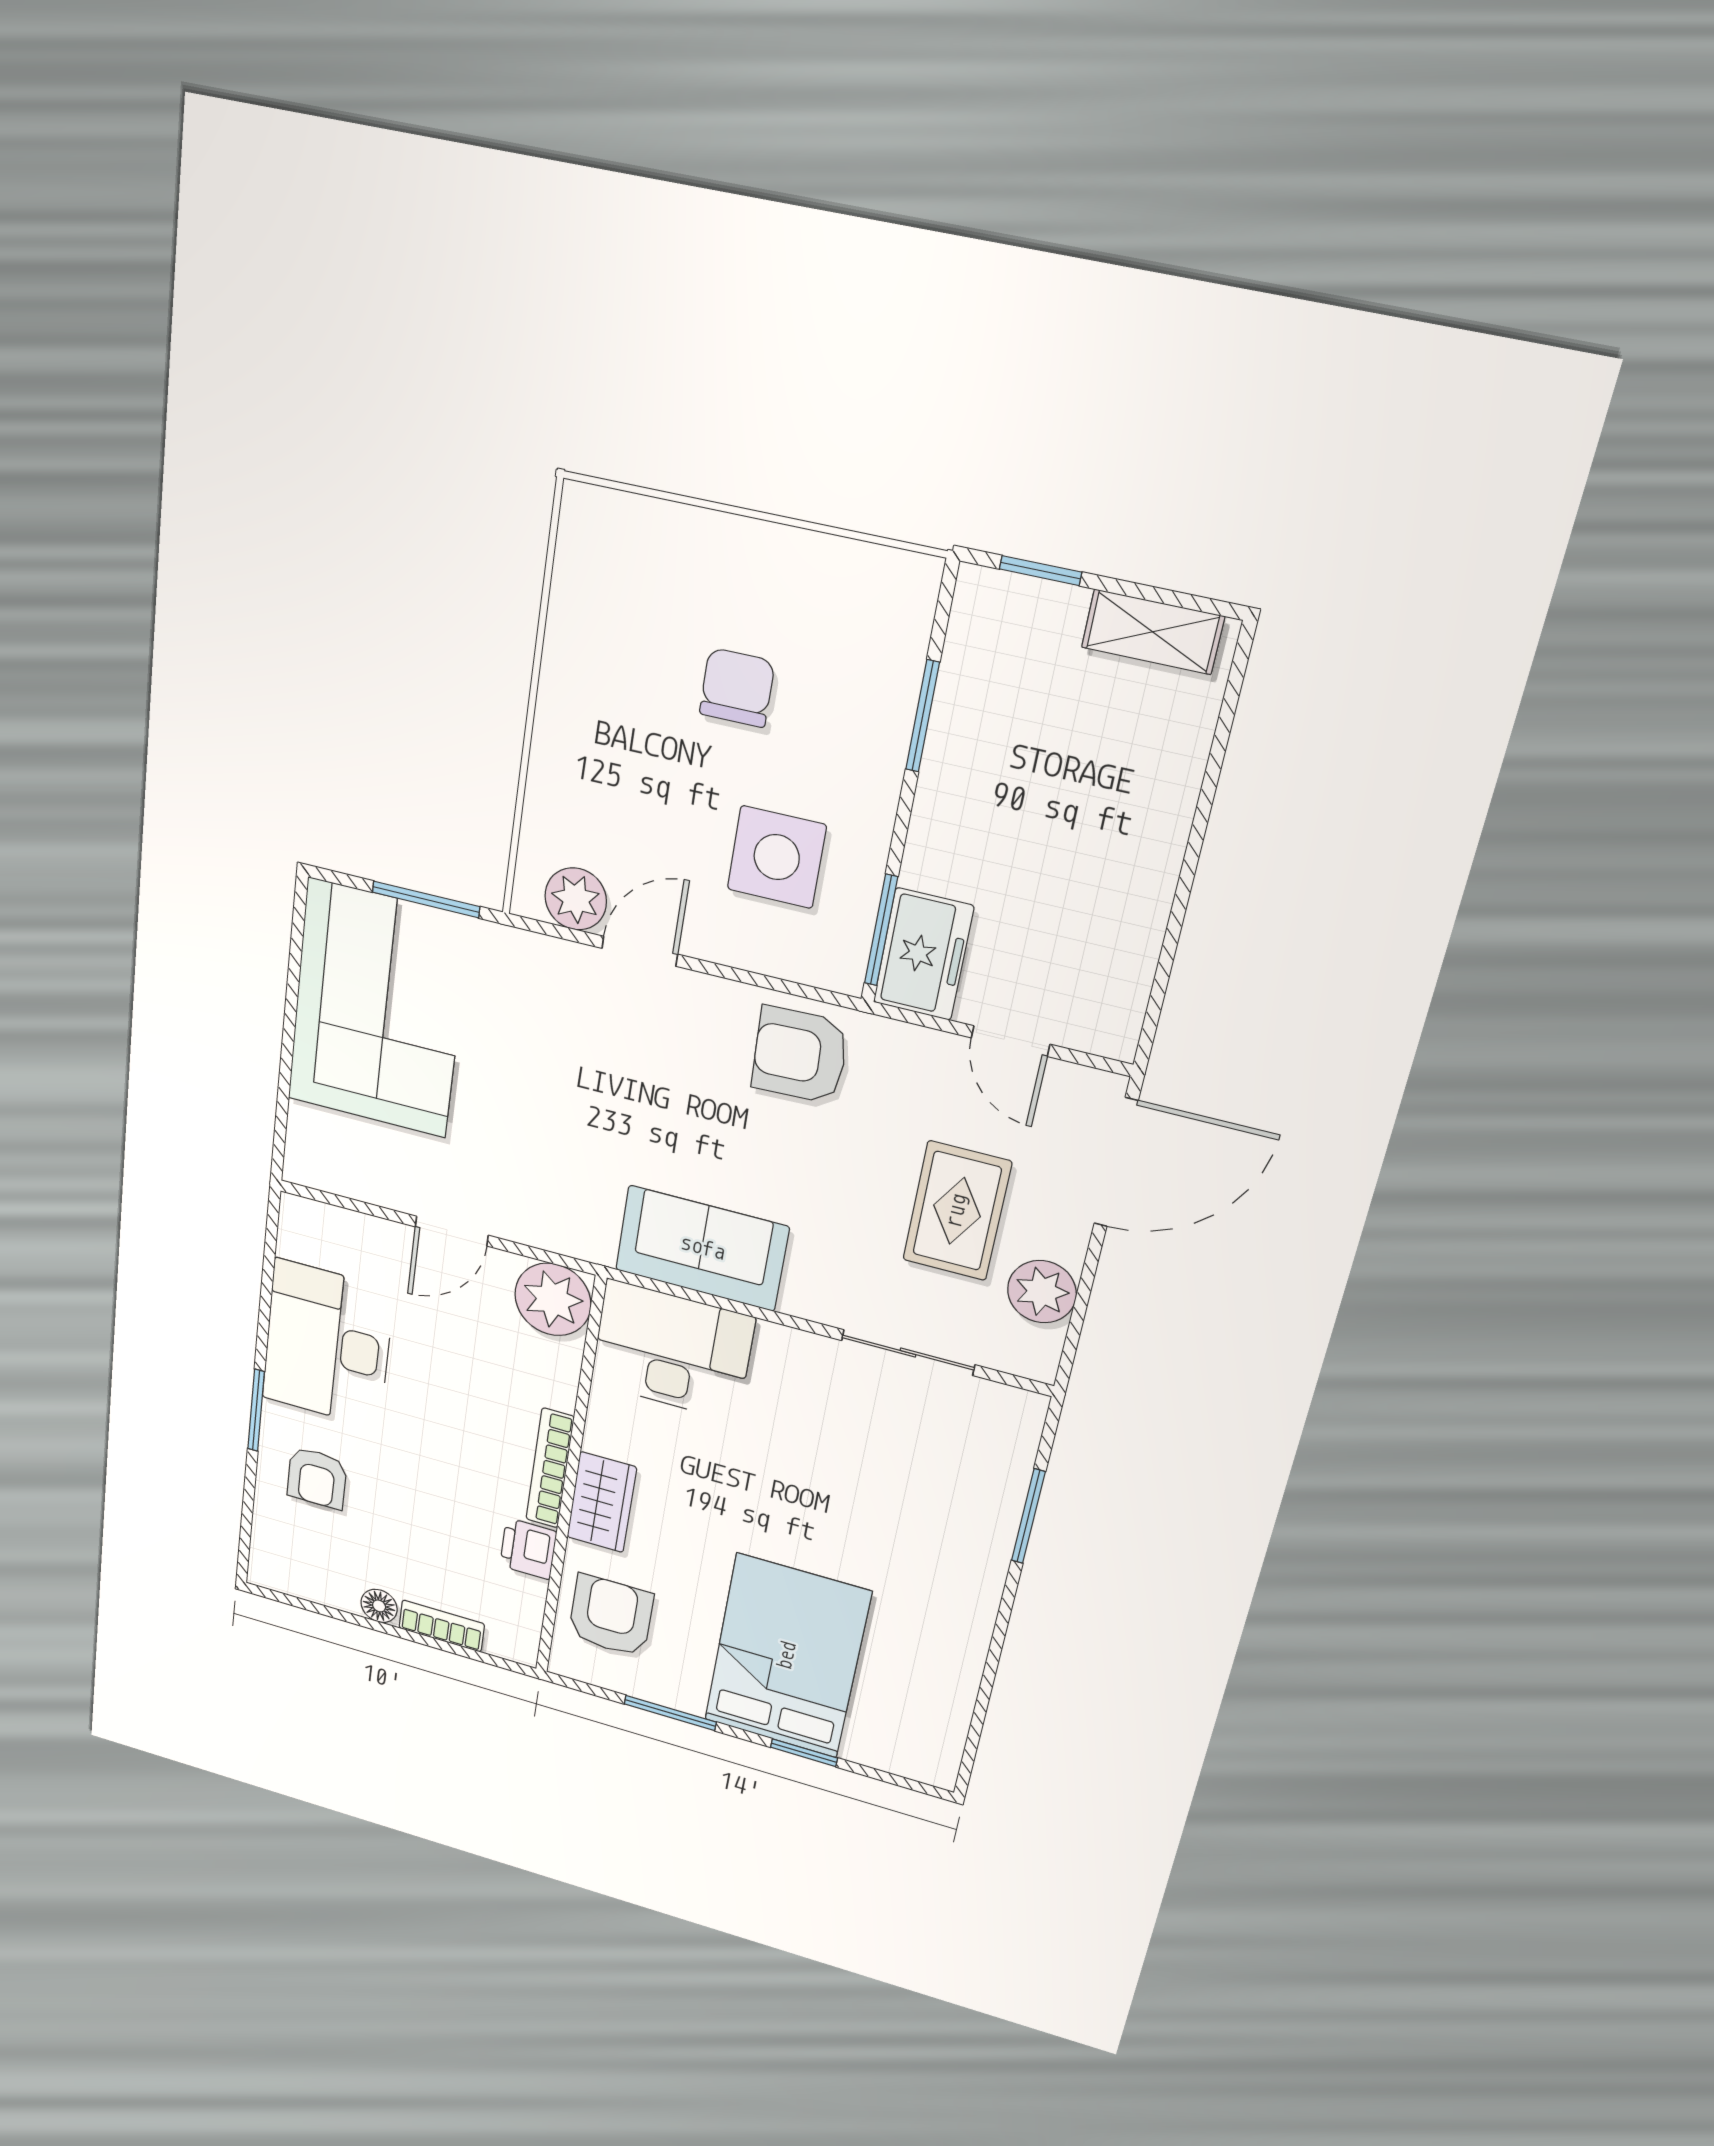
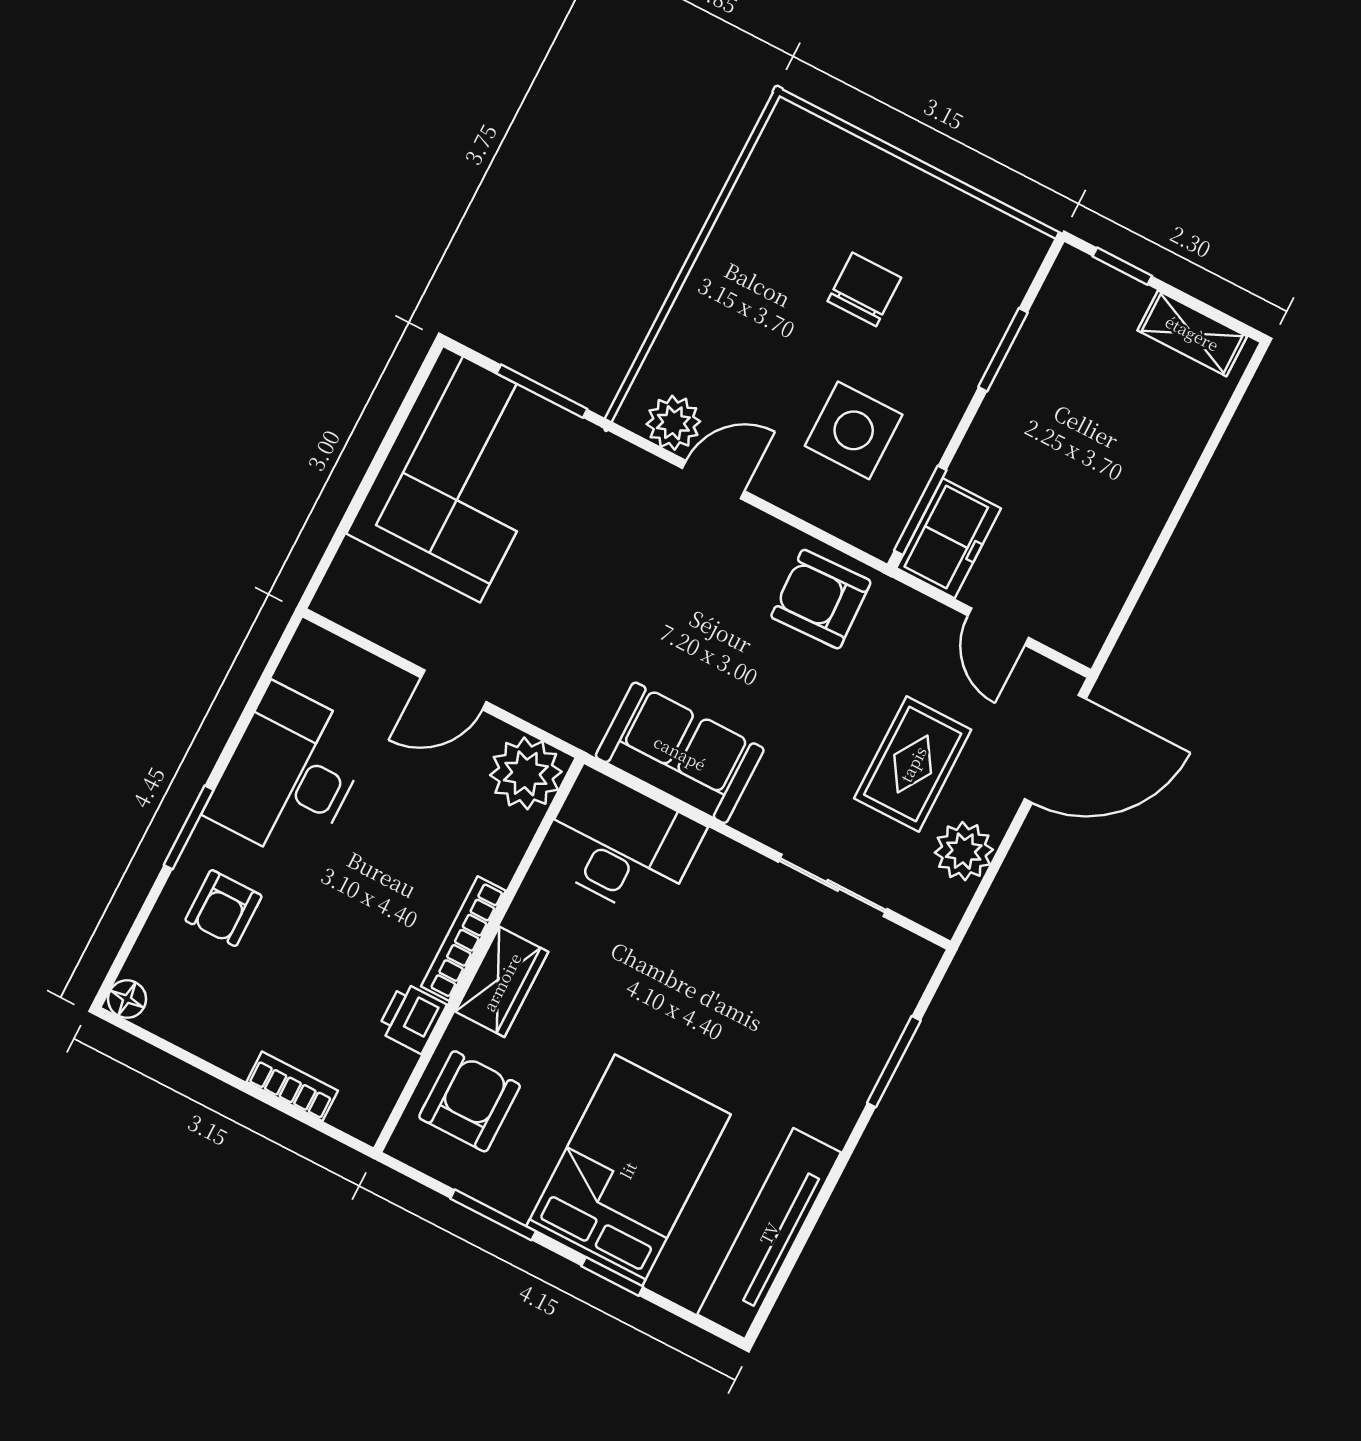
floor lamp: (379, 1606) -> (127, 999), moved
tv unit: (948, 1695) -> (769, 1233), added

